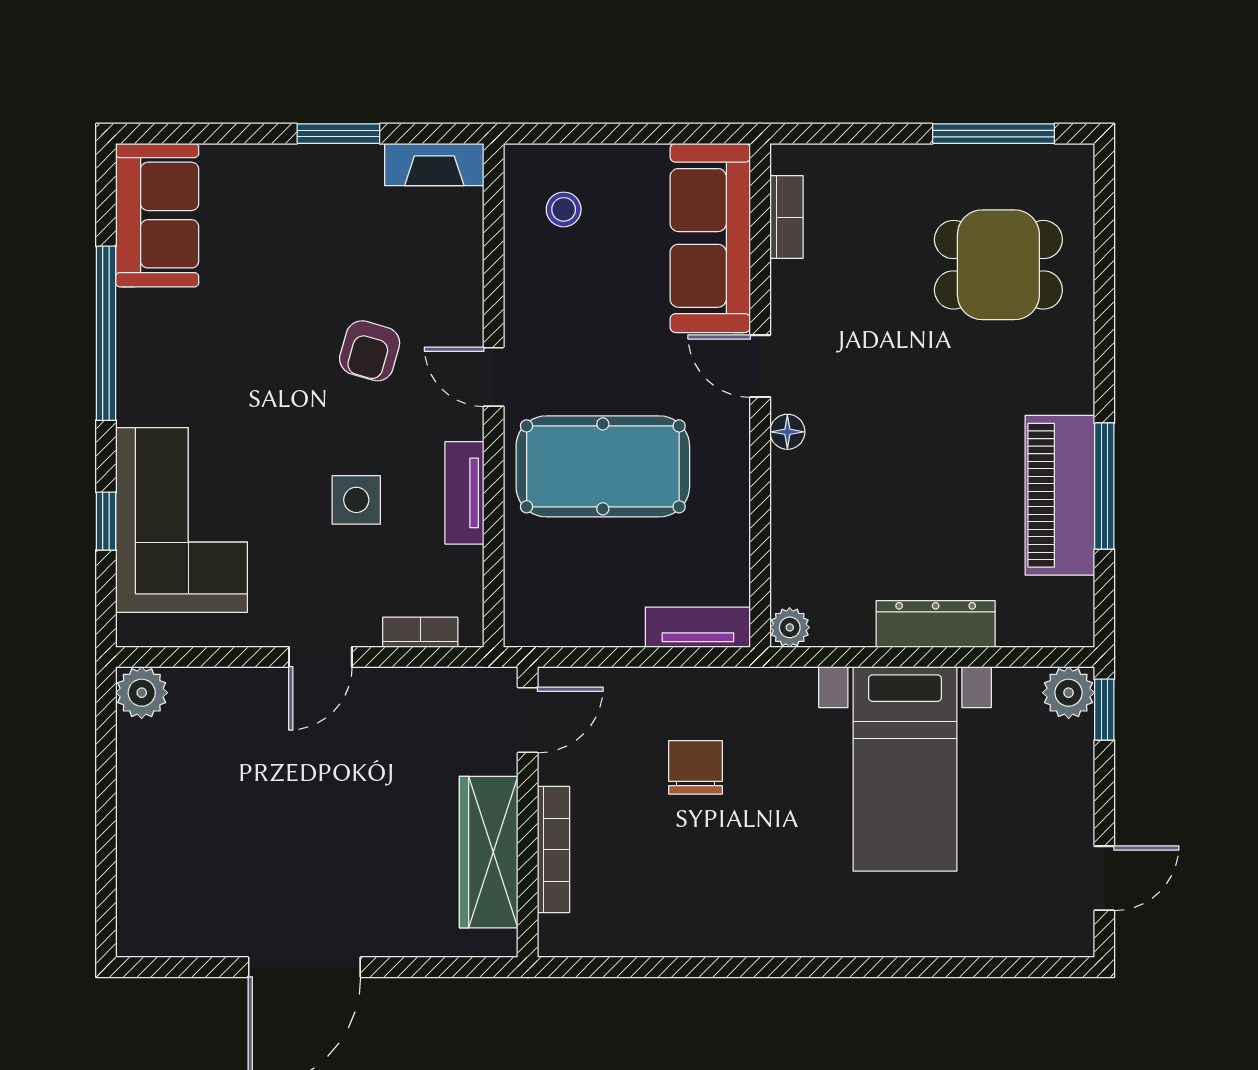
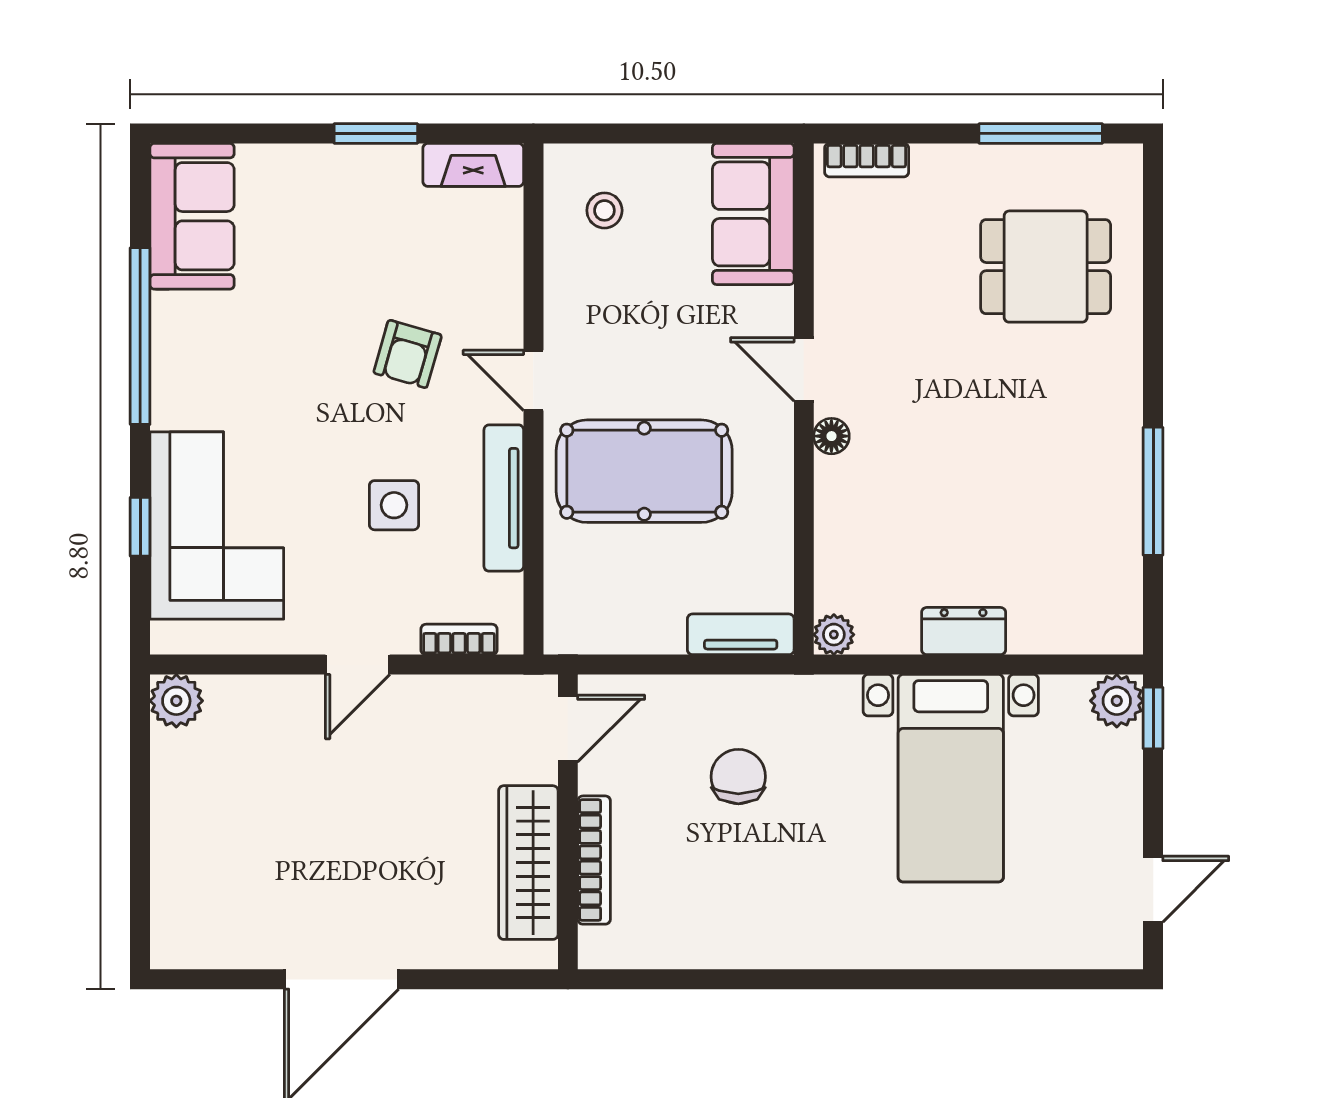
bookcase: (786, 217) -> (867, 160), moved, turned 90
sofa: (710, 238) -> (753, 214), width x0.73
tv unit: (464, 493) -> (504, 498), width x1.41
piano: (1060, 495) -> (1108, 501), removed
dresser: (936, 624) -> (964, 631), width x0.70

